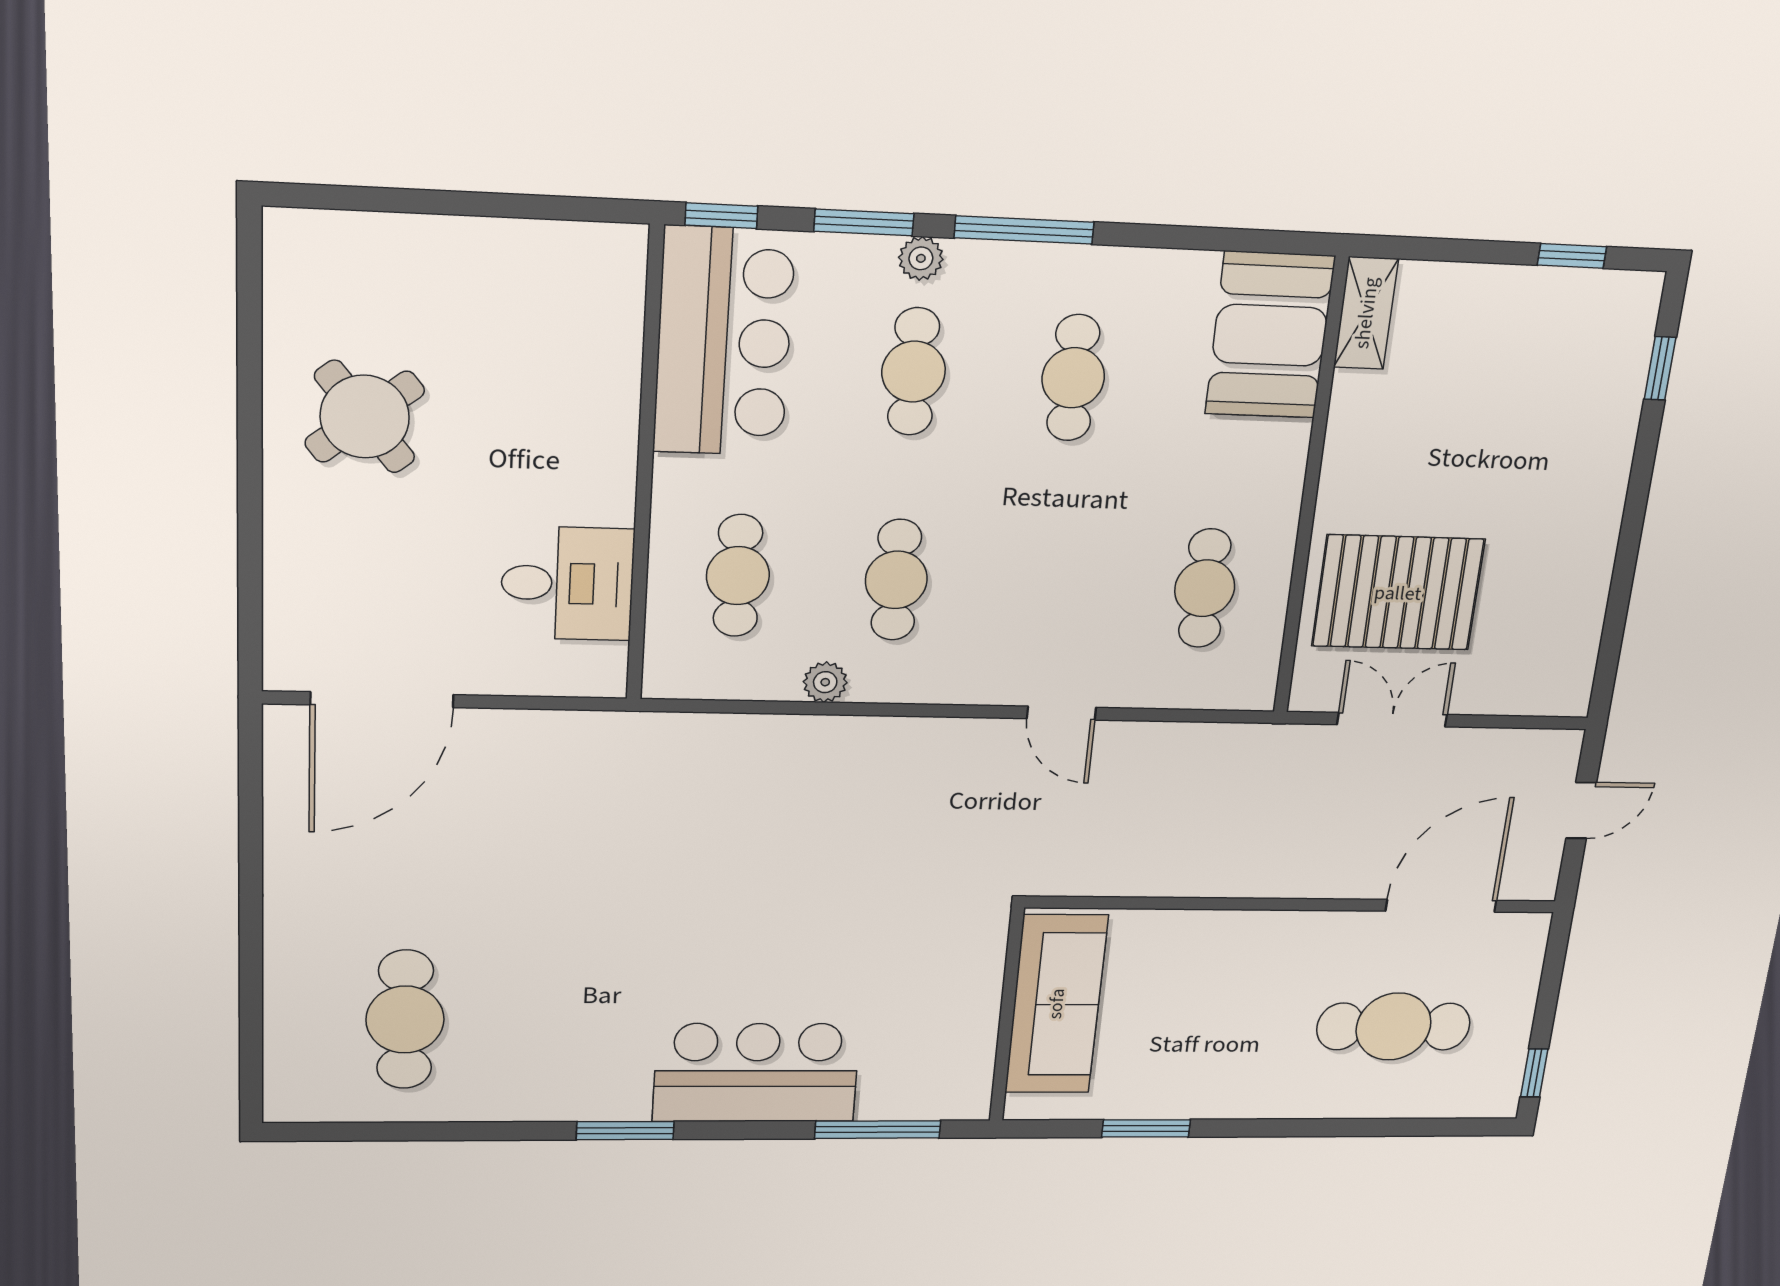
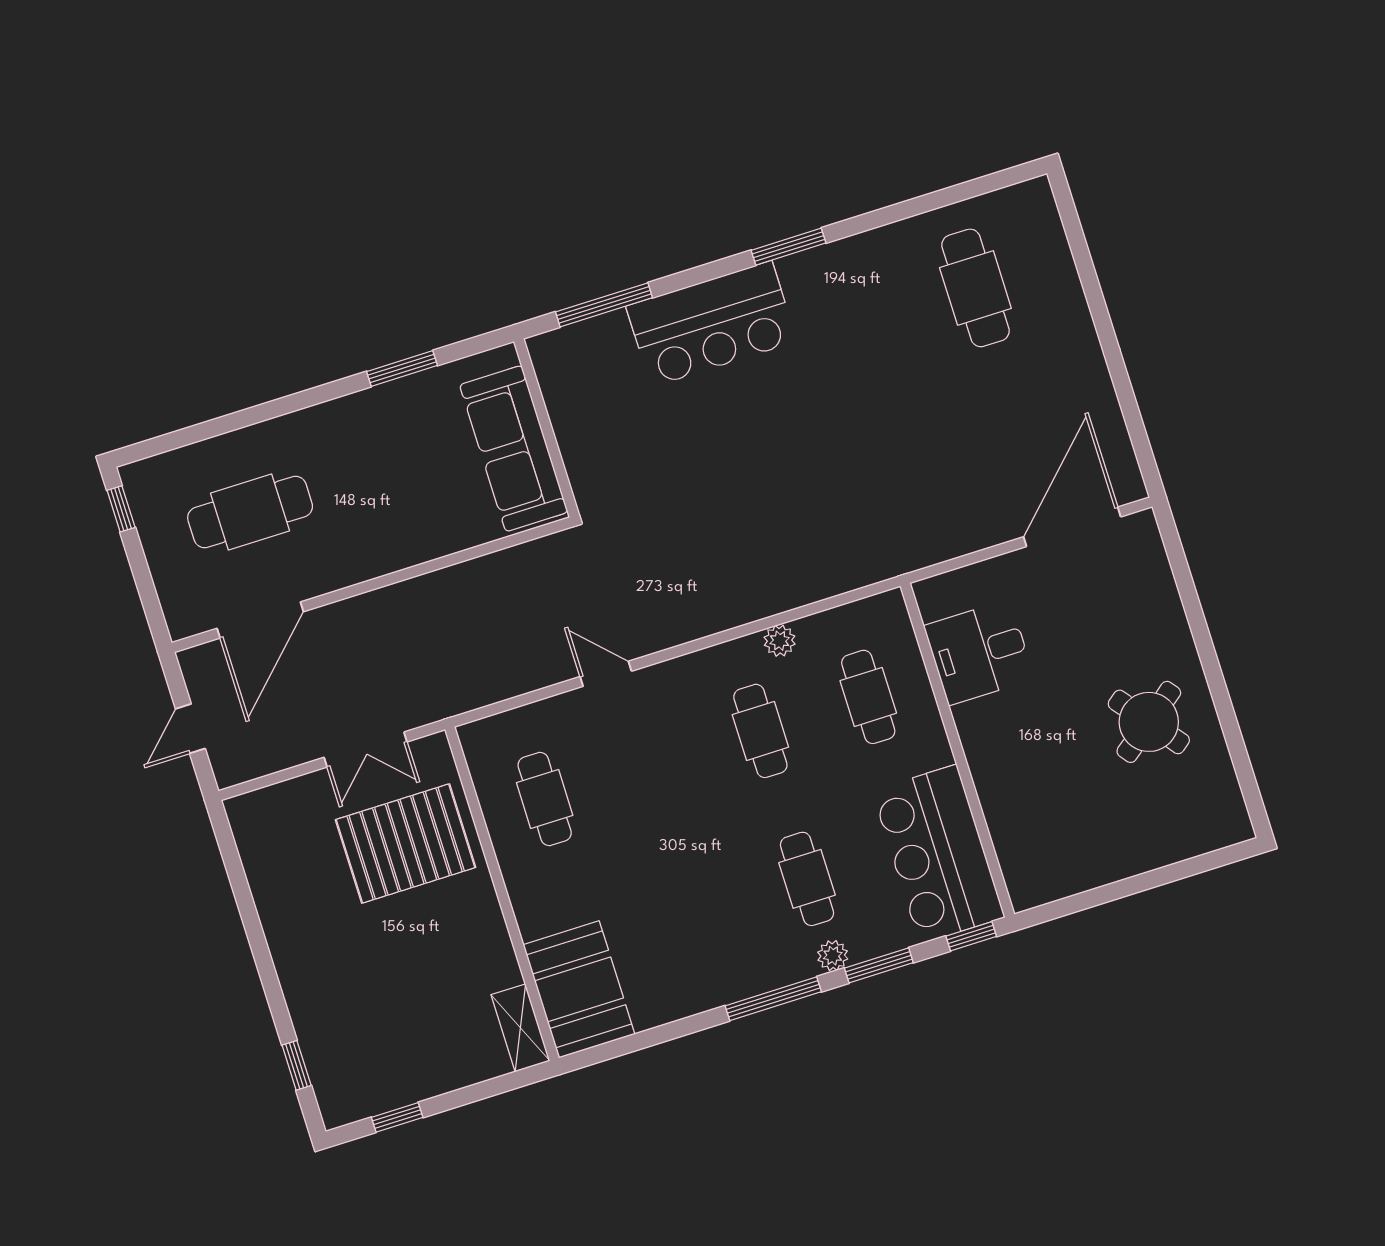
cafe table: (1073, 378) -> (699, 913), removed

